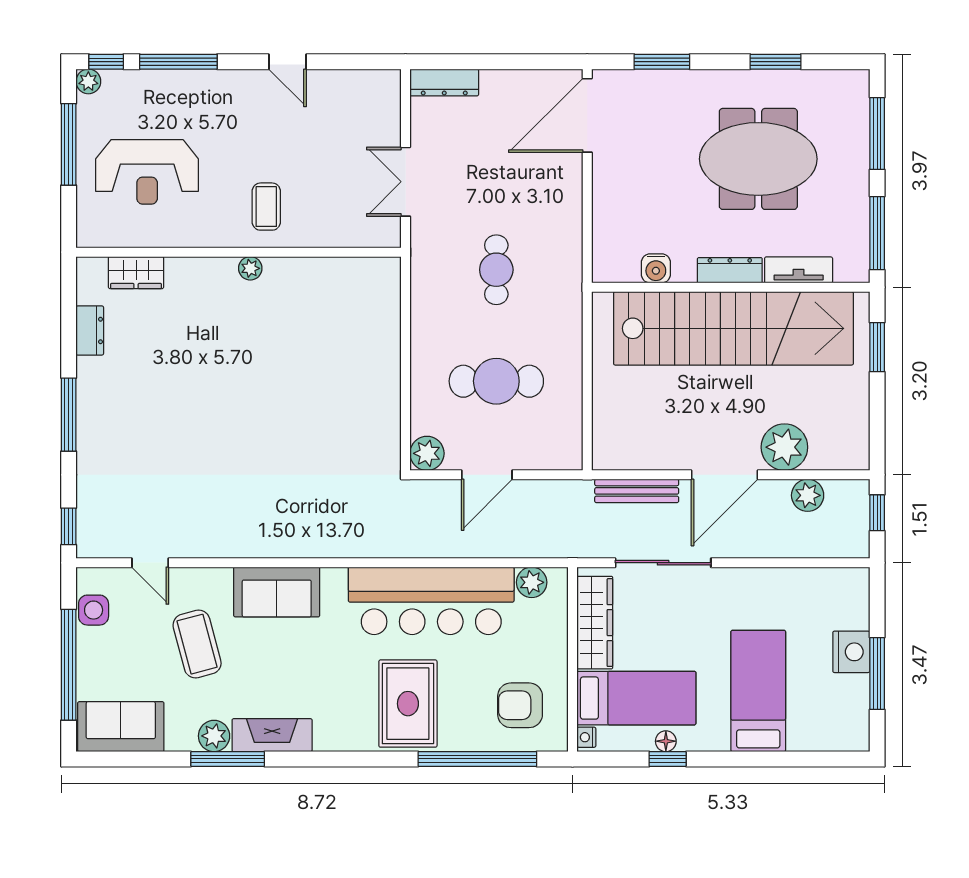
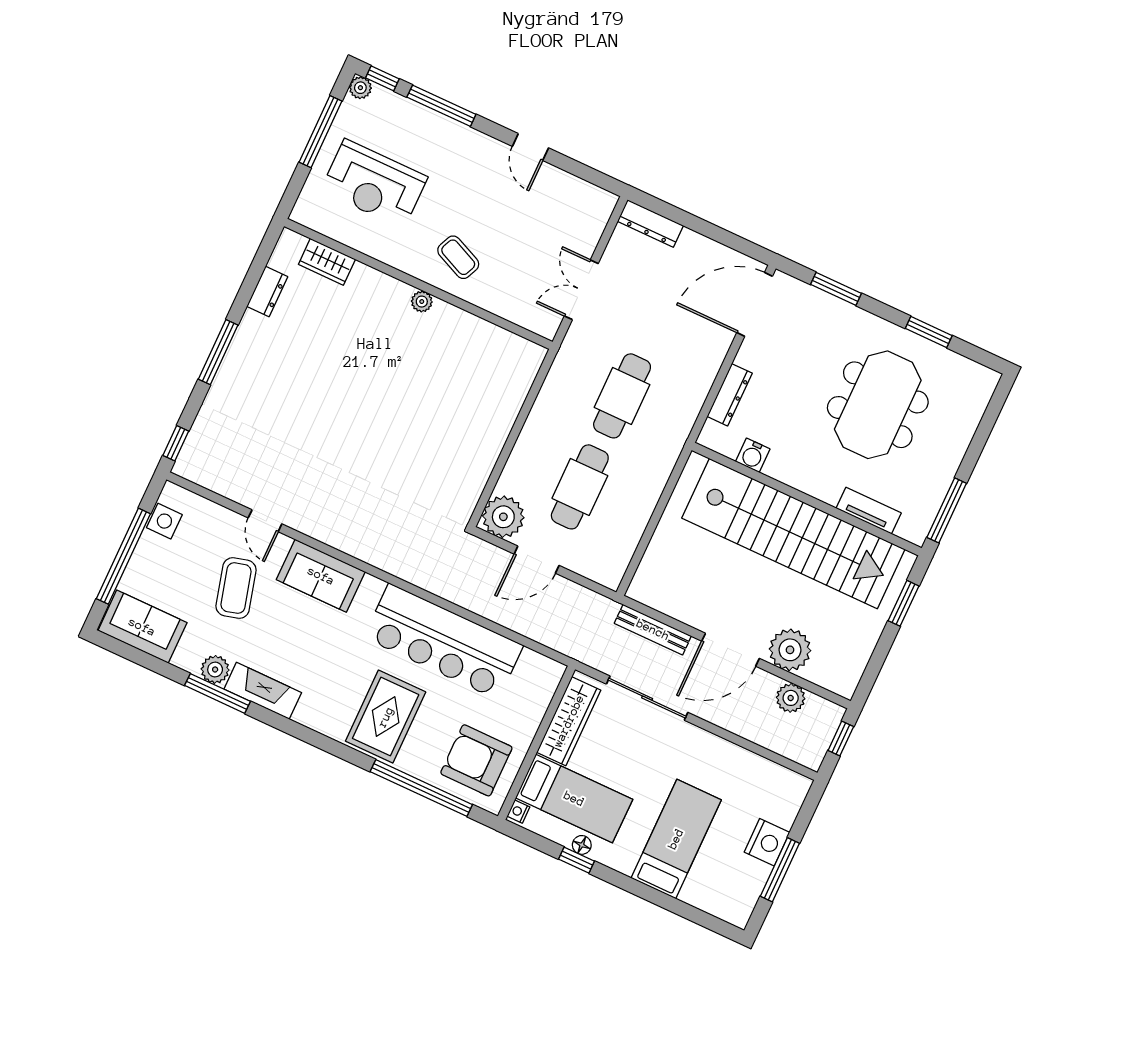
window: (877, 134) -> (984, 429), removed
meeting table: (758, 159) -> (878, 405), turned 90
coffee table: (266, 207) -> (458, 257), turned -66
cafe table: (496, 270) -> (622, 396), width x1.37, depth x1.35
dresser: (730, 270) -> (730, 395), moved, turned 90
cafe table: (496, 381) -> (580, 487), turned 90
plant: (427, 453) -> (503, 517), width x1.36, depth x1.36
door: (150, 563) -> (265, 521), moved
plant: (532, 582) -> (532, 664), removed
armchair: (520, 705) -> (476, 760), width x1.36, depth x1.36

